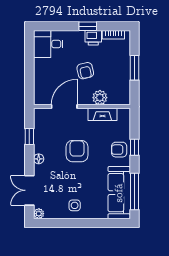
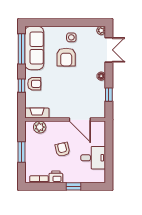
window: (88, 26) -> (73, 186), moved
desk: (48, 44) -> (93, 158), moved
plant: (100, 98) -> (40, 127), moved
door: (64, 107) -> (80, 120), hinge flipped
fireplace: (102, 114) -> (37, 113), moved
armchair: (77, 151) -> (66, 57), moved

